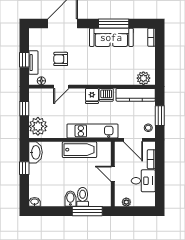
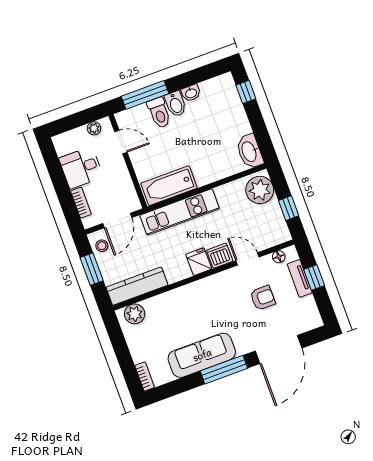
window: (114, 23) -> (224, 370), moved
door: (61, 87) -> (247, 259), hinge flipped
dishwasher: (106, 95) -> (220, 256), moved
door: (133, 140) -> (117, 220), swing flipped
bathtub: (79, 150) -> (169, 186), moved
window: (24, 168) -> (246, 92), moved
door: (113, 174) -> (121, 142), moved
washbasin: (35, 202) -> (191, 93), moved

